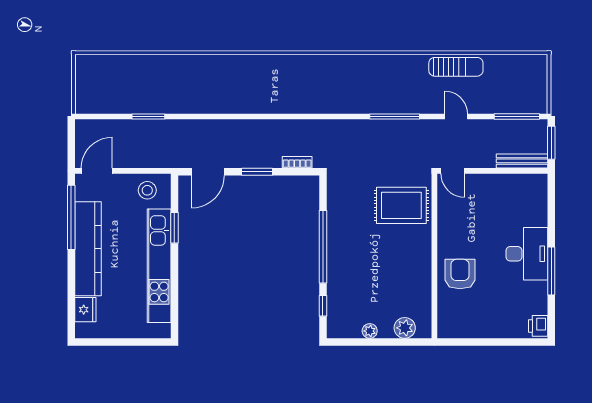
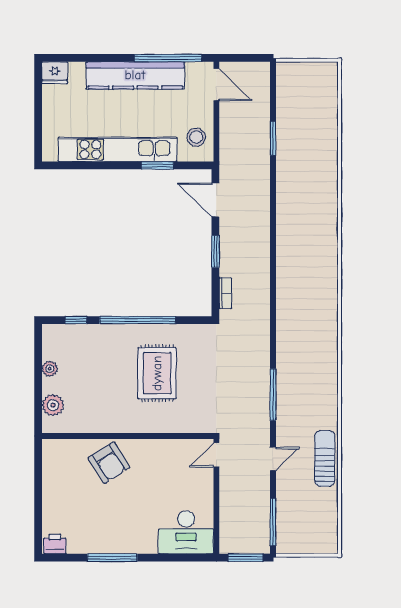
sun lounger: (456, 67) -> (325, 458), turned 180
bench: (522, 161) -> (227, 527), removed
rug: (401, 205) -> (157, 373), moved
desk: (527, 254) -> (186, 532), moved
armchair: (460, 274) -> (109, 463), turned 58
fridge: (85, 310) -> (55, 73), moved

